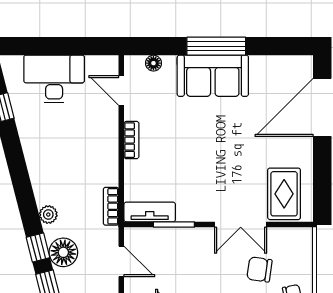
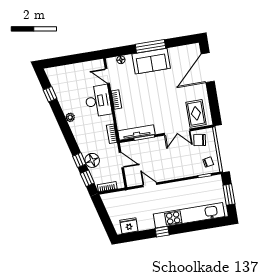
desk: (54, 79) -> (98, 101), moved, turned 90
tv unit: (150, 212) -> (136, 133), width x1.41
plant: (48, 215) -> (70, 117), moved
chair: (259, 269) -> (200, 140), moved

